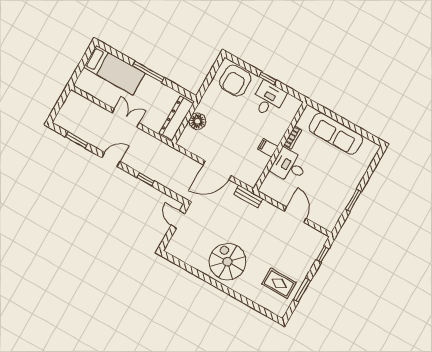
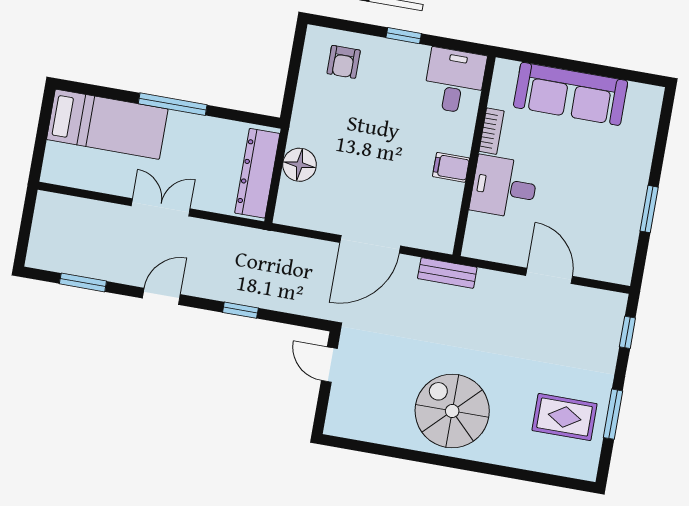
armchair: (235, 81) -> (344, 62), width x0.53, depth x0.53
desk: (268, 99) -> (455, 81), moved

